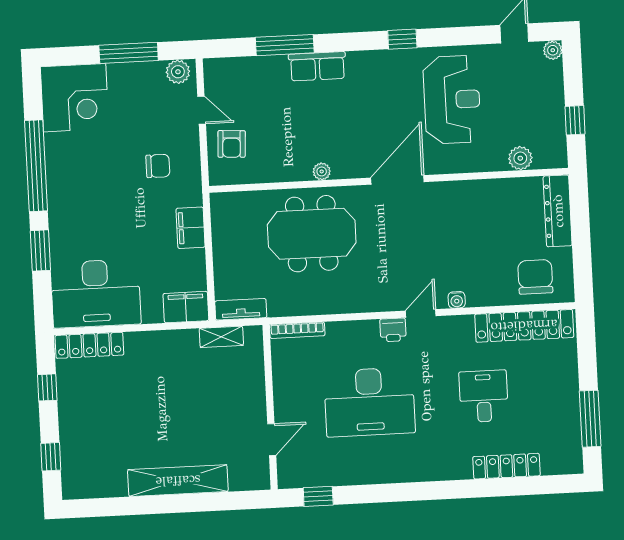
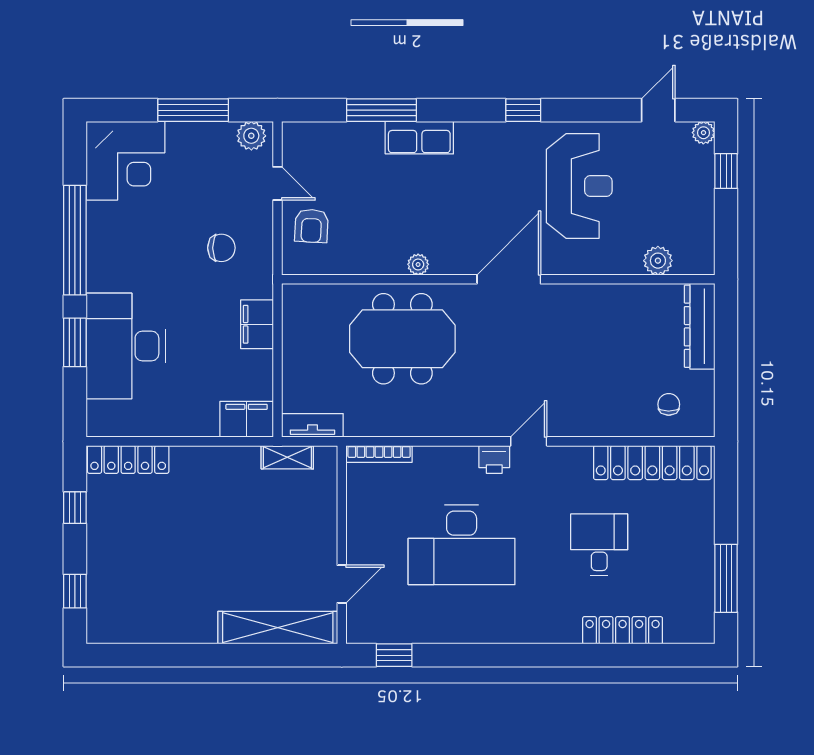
window: (575, 120) -> (726, 171), moved
chair: (535, 277) -> (669, 404), width x0.54, depth x0.54
desk: (96, 294) -> (126, 346), moved, turned 90
water cooler: (457, 300) -> (573, 427), removed
shelving: (178, 481) -> (278, 628), moved

